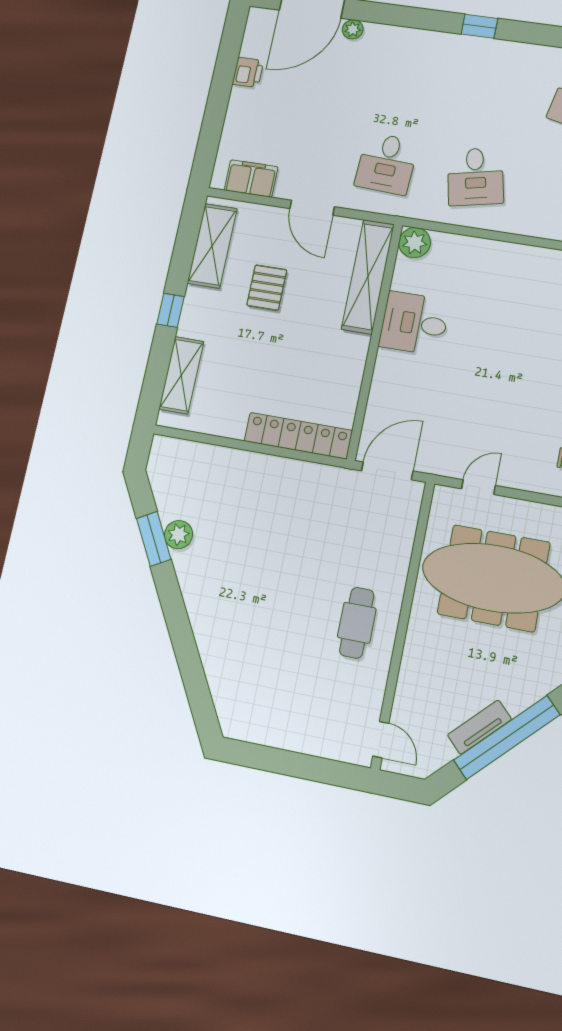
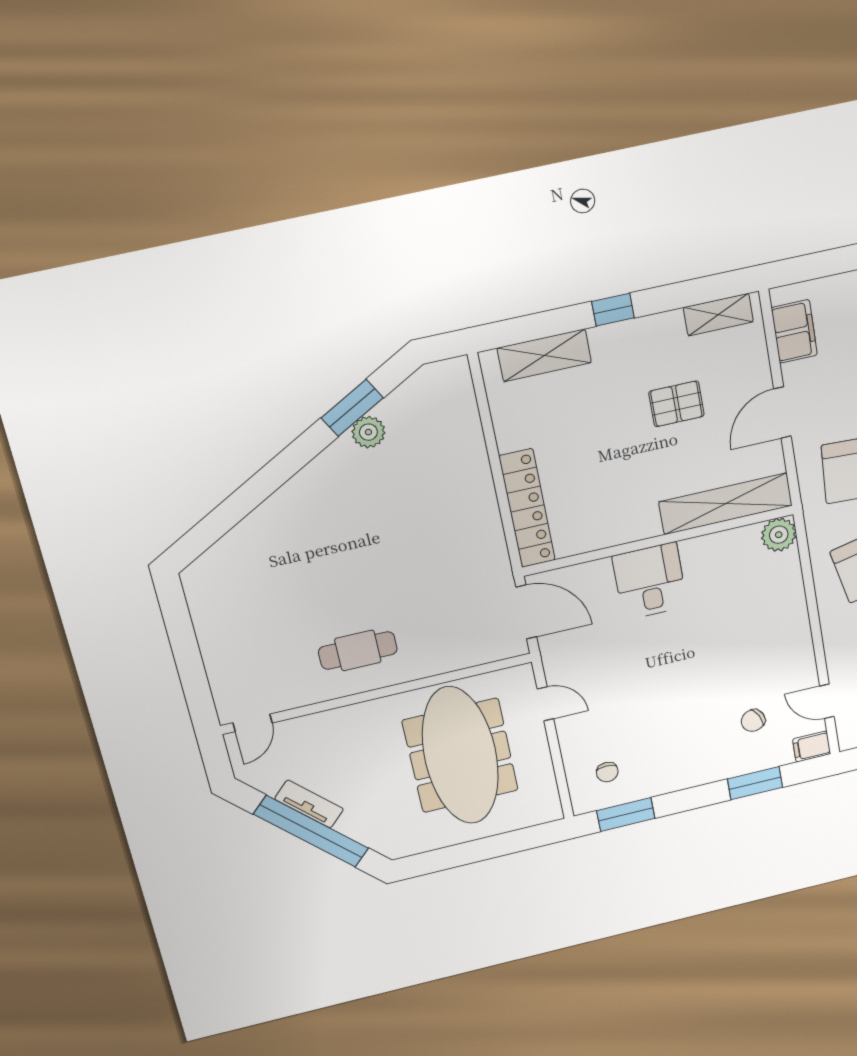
shelving: (212, 246) -> (718, 315), width x0.67, depth x0.75
desk: (414, 323) -> (650, 581), moved

